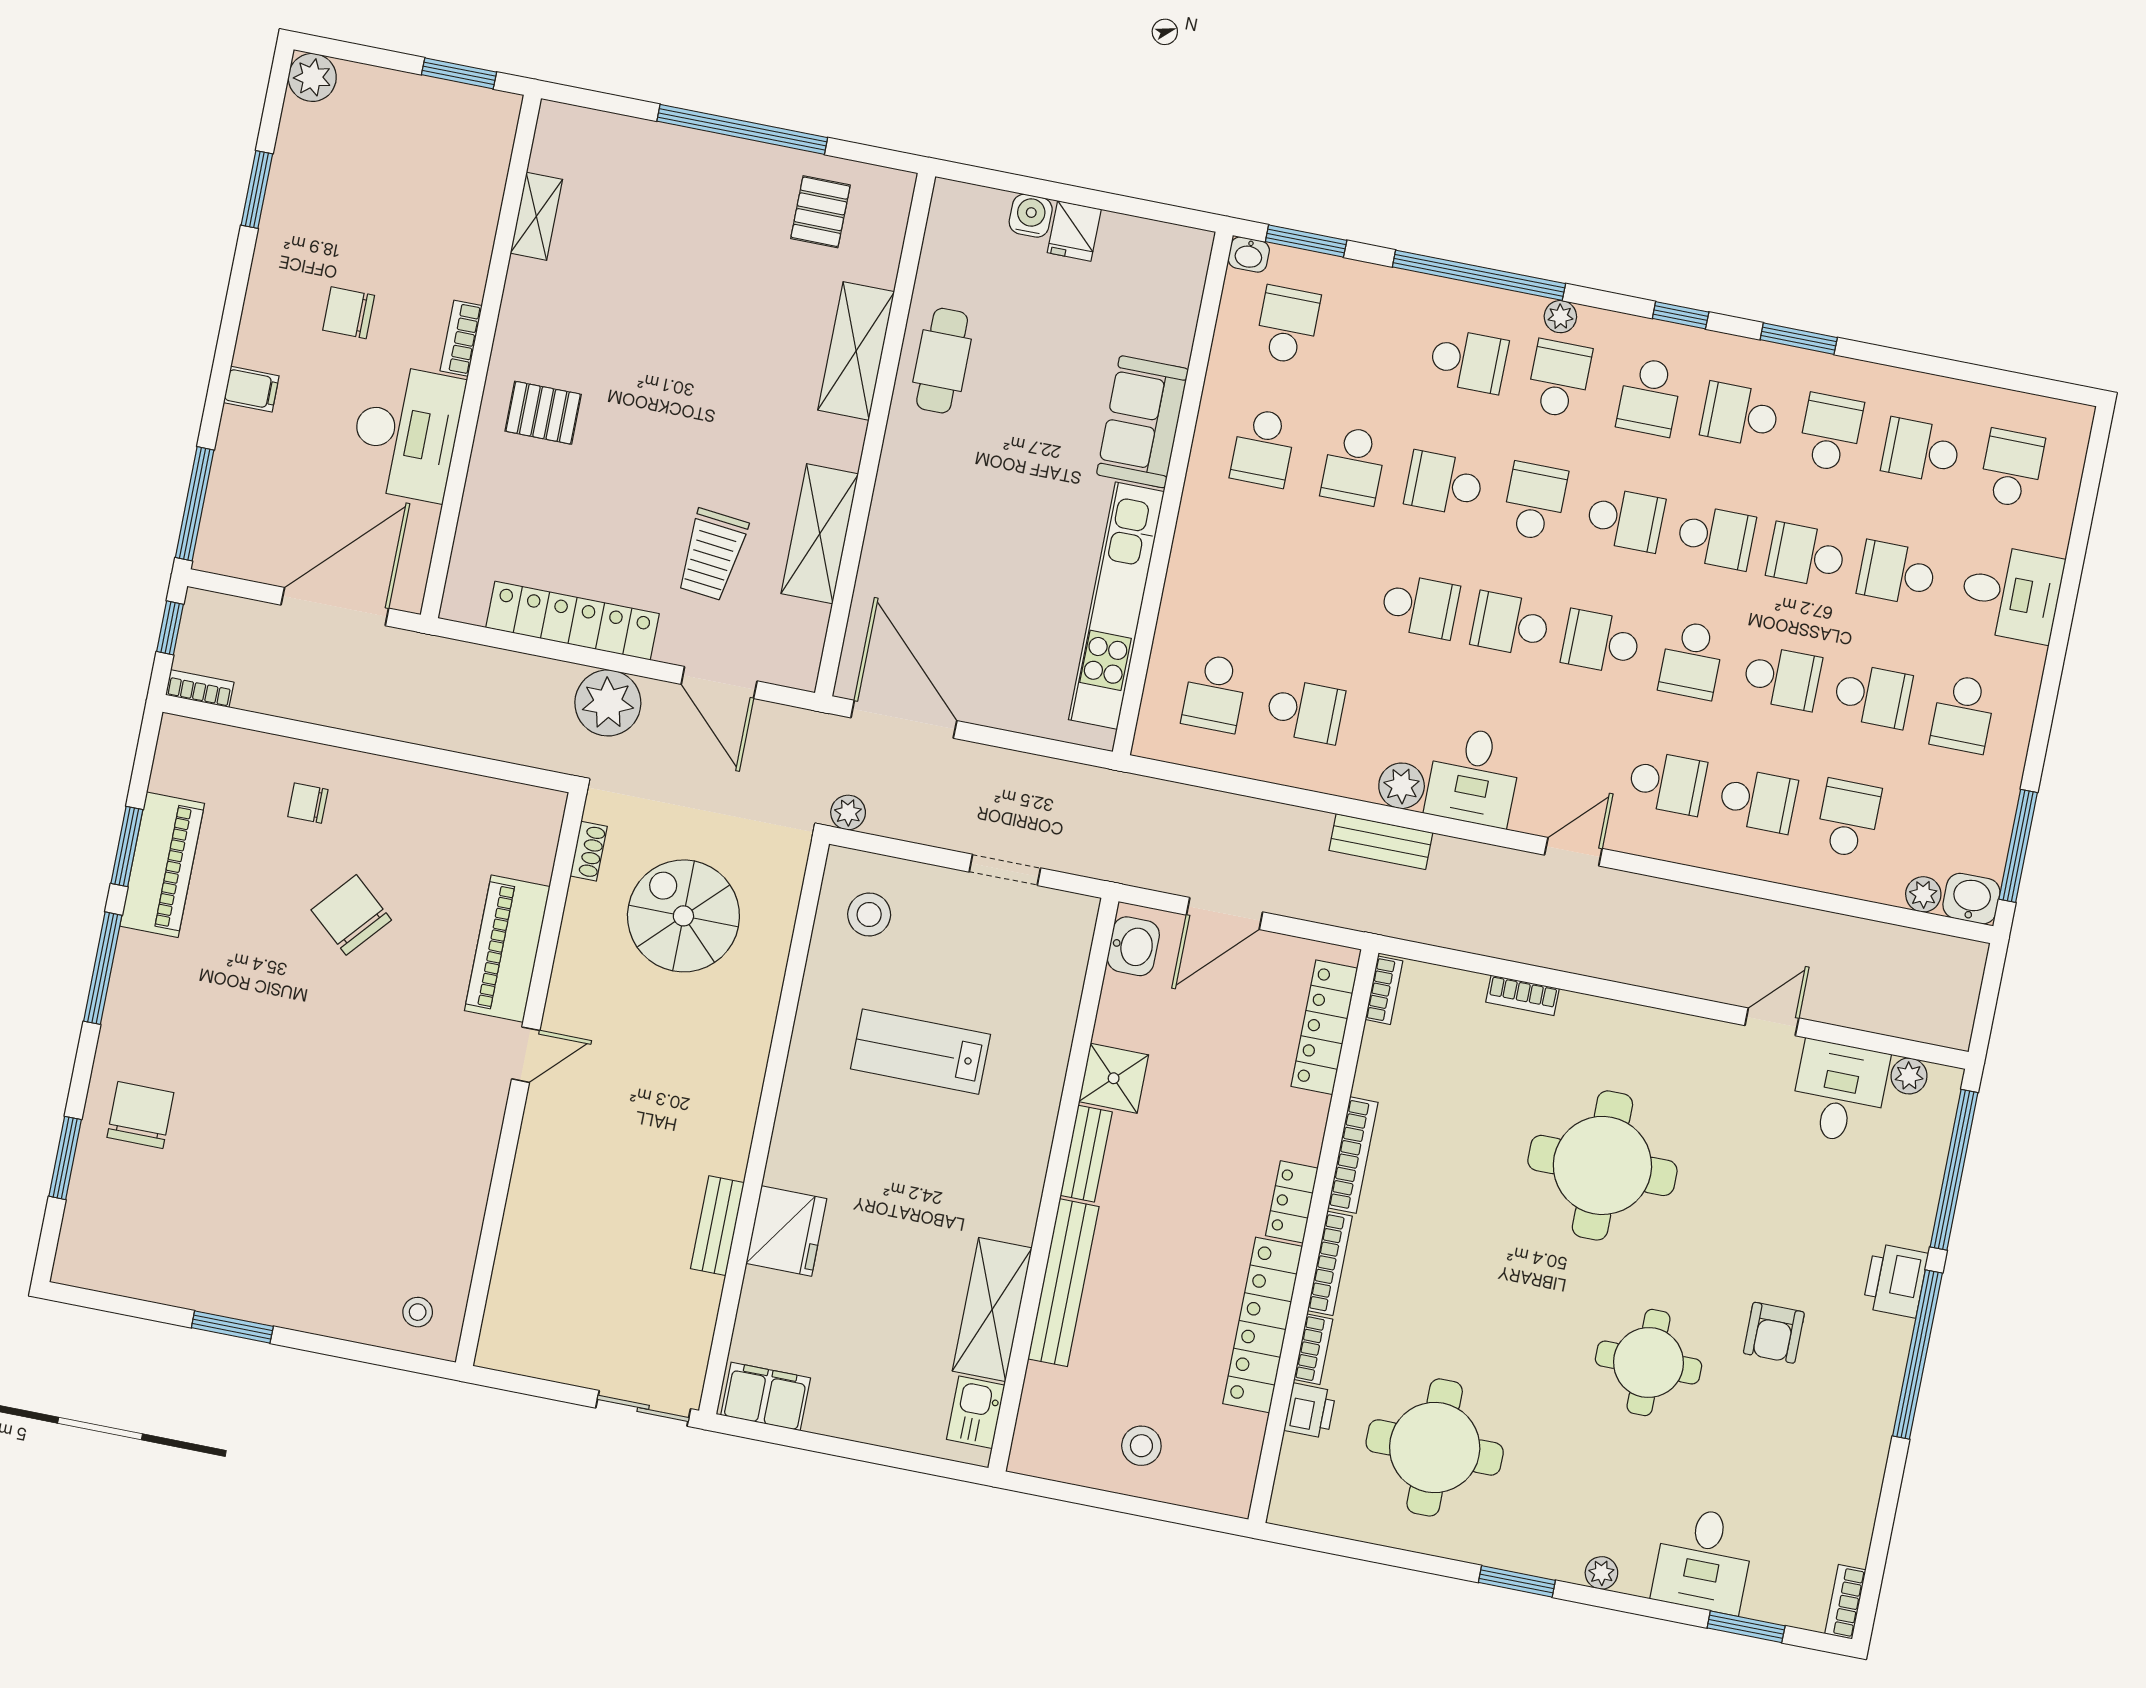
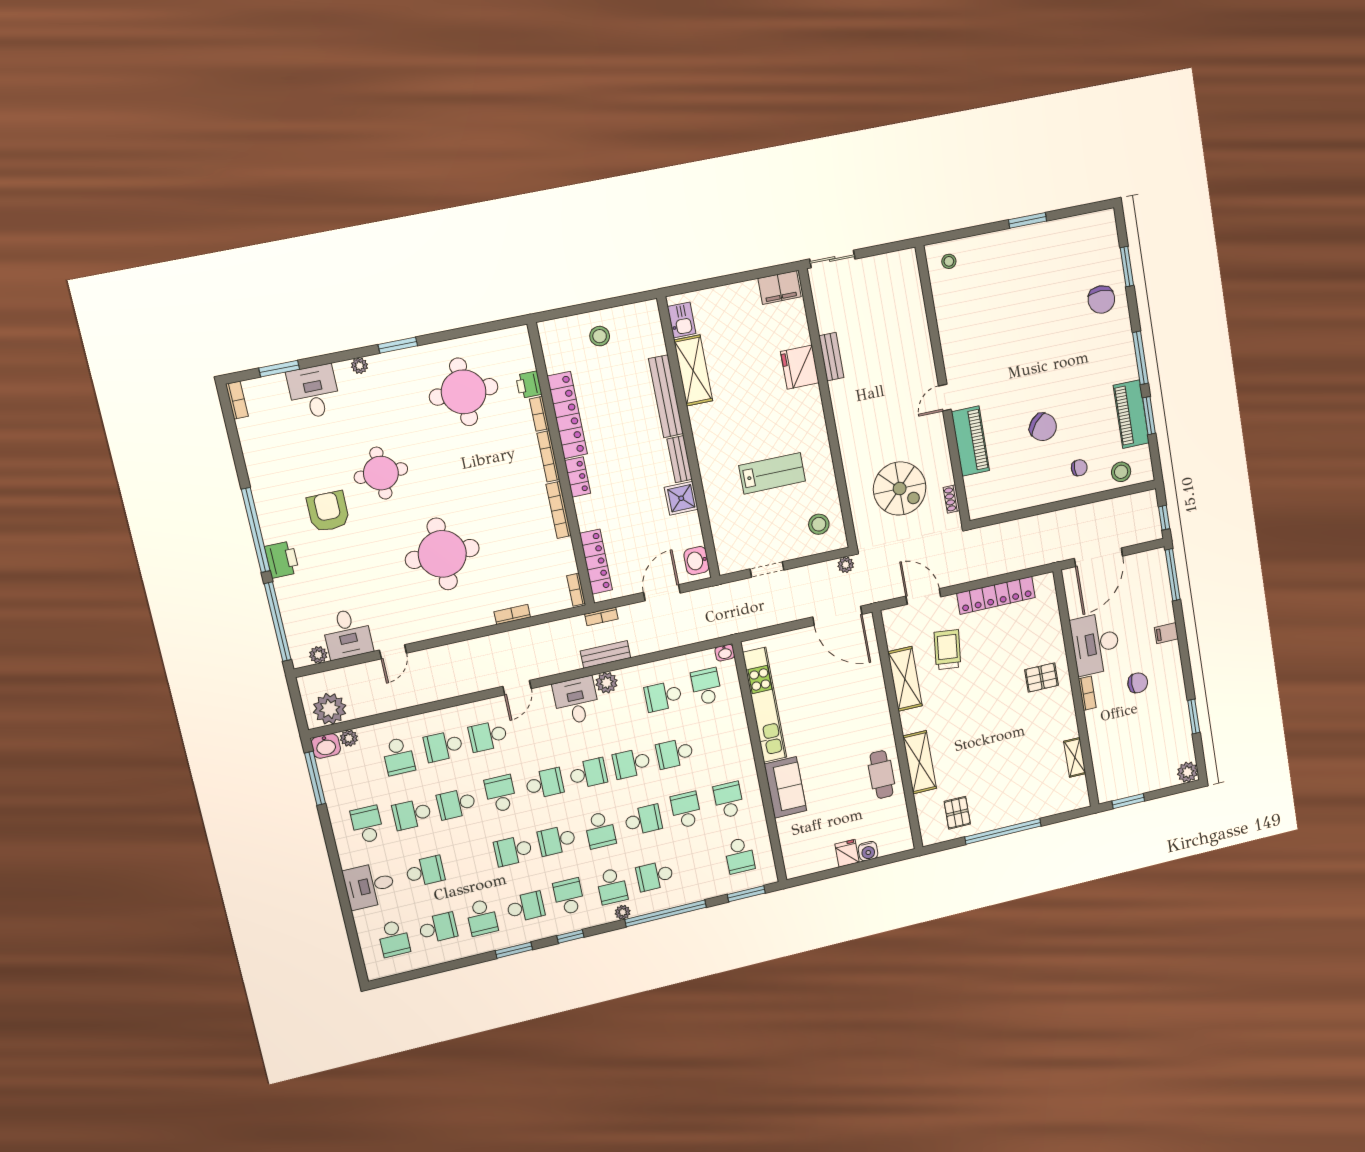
washbasin: (1249, 255) -> (725, 653), moved, turned 180
school desk: (1806, 555) -> (675, 753), moved, turned 180
bookcase: (200, 689) -> (601, 616), moved
plant: (608, 703) -> (330, 709), moved
stool: (225, 759) -> (1121, 472), added
armchair: (1774, 1333) -> (328, 512), width x1.38, depth x1.38

